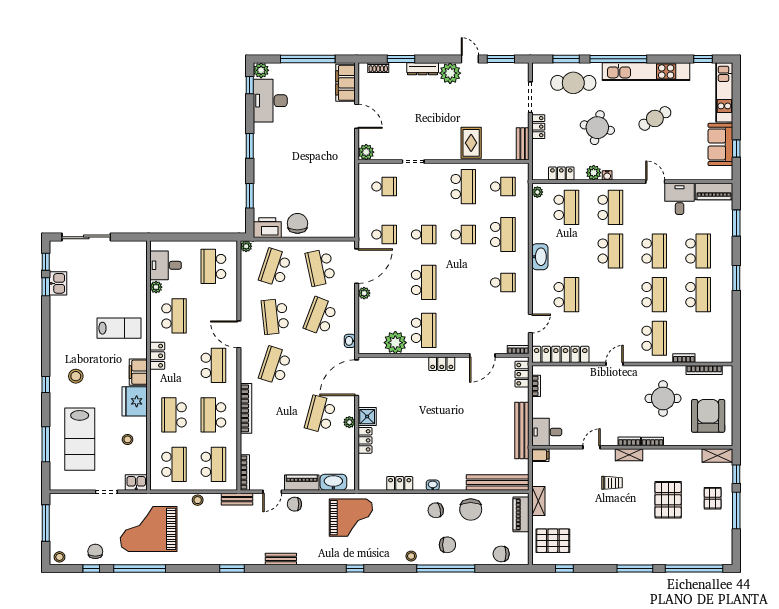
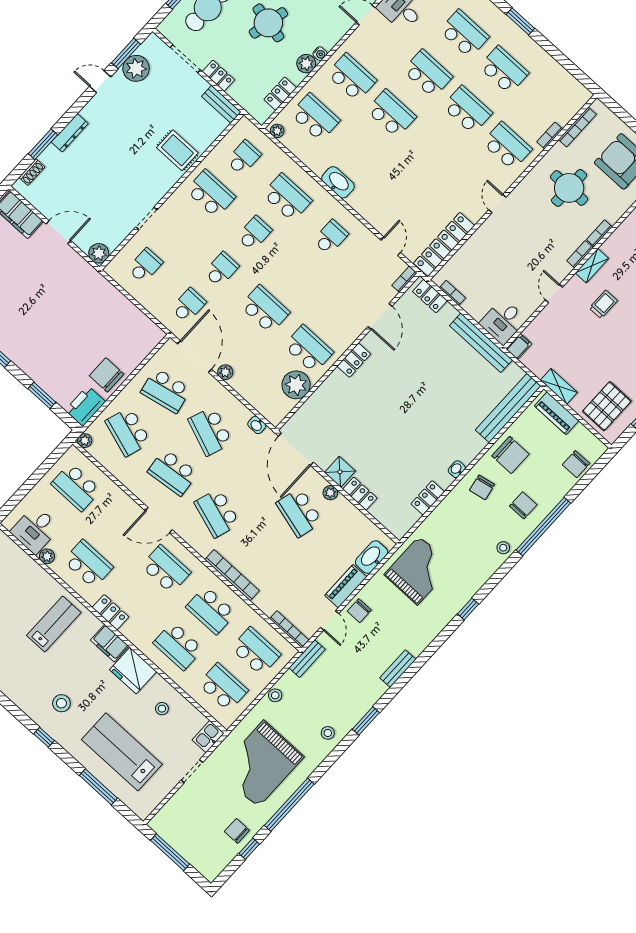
plant: (450, 73) -> (136, 68), moved
school desk: (566, 295) -> (395, 190), removed
lab bench: (80, 439) -> (122, 752), turned 180
stool: (59, 557) -> (328, 733), moved

